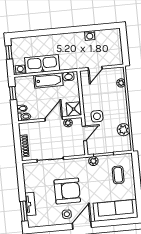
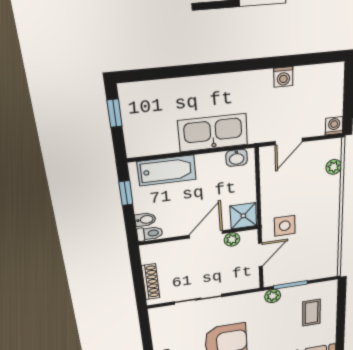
kitchen sink: (42, 64) -> (213, 133), moved
washing machine: (20, 70) -> (334, 126), moved
bathtub: (48, 80) -> (167, 170), moved
plant: (123, 130) -> (328, 245), removed

